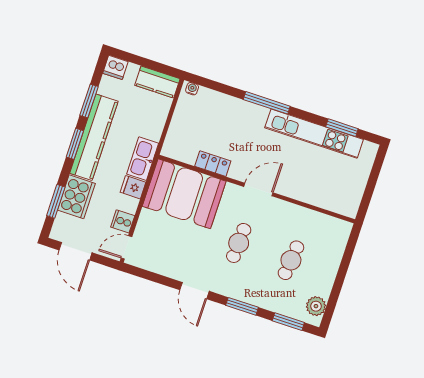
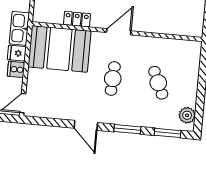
cooker: (123, 221) -> (16, 69), moved
cafe table: (291, 260) -> (158, 83), turned -30

